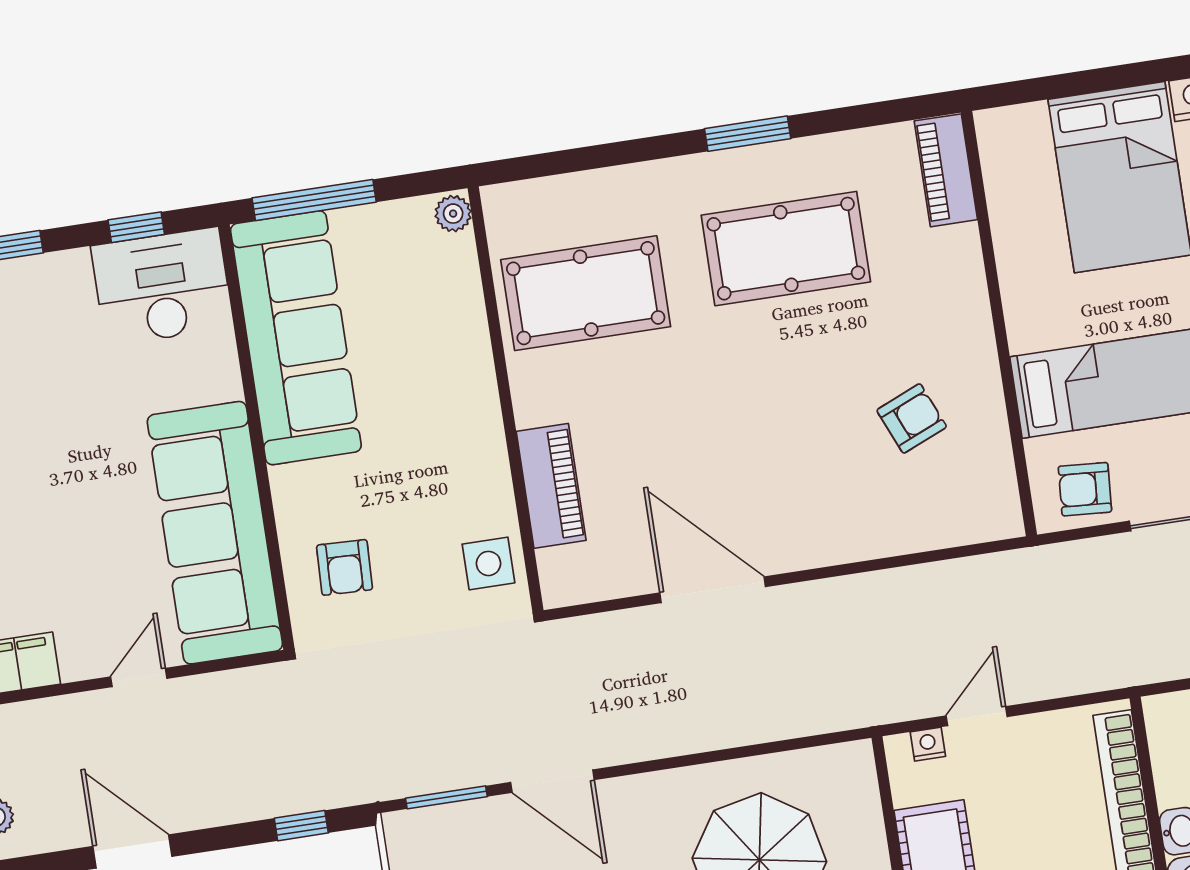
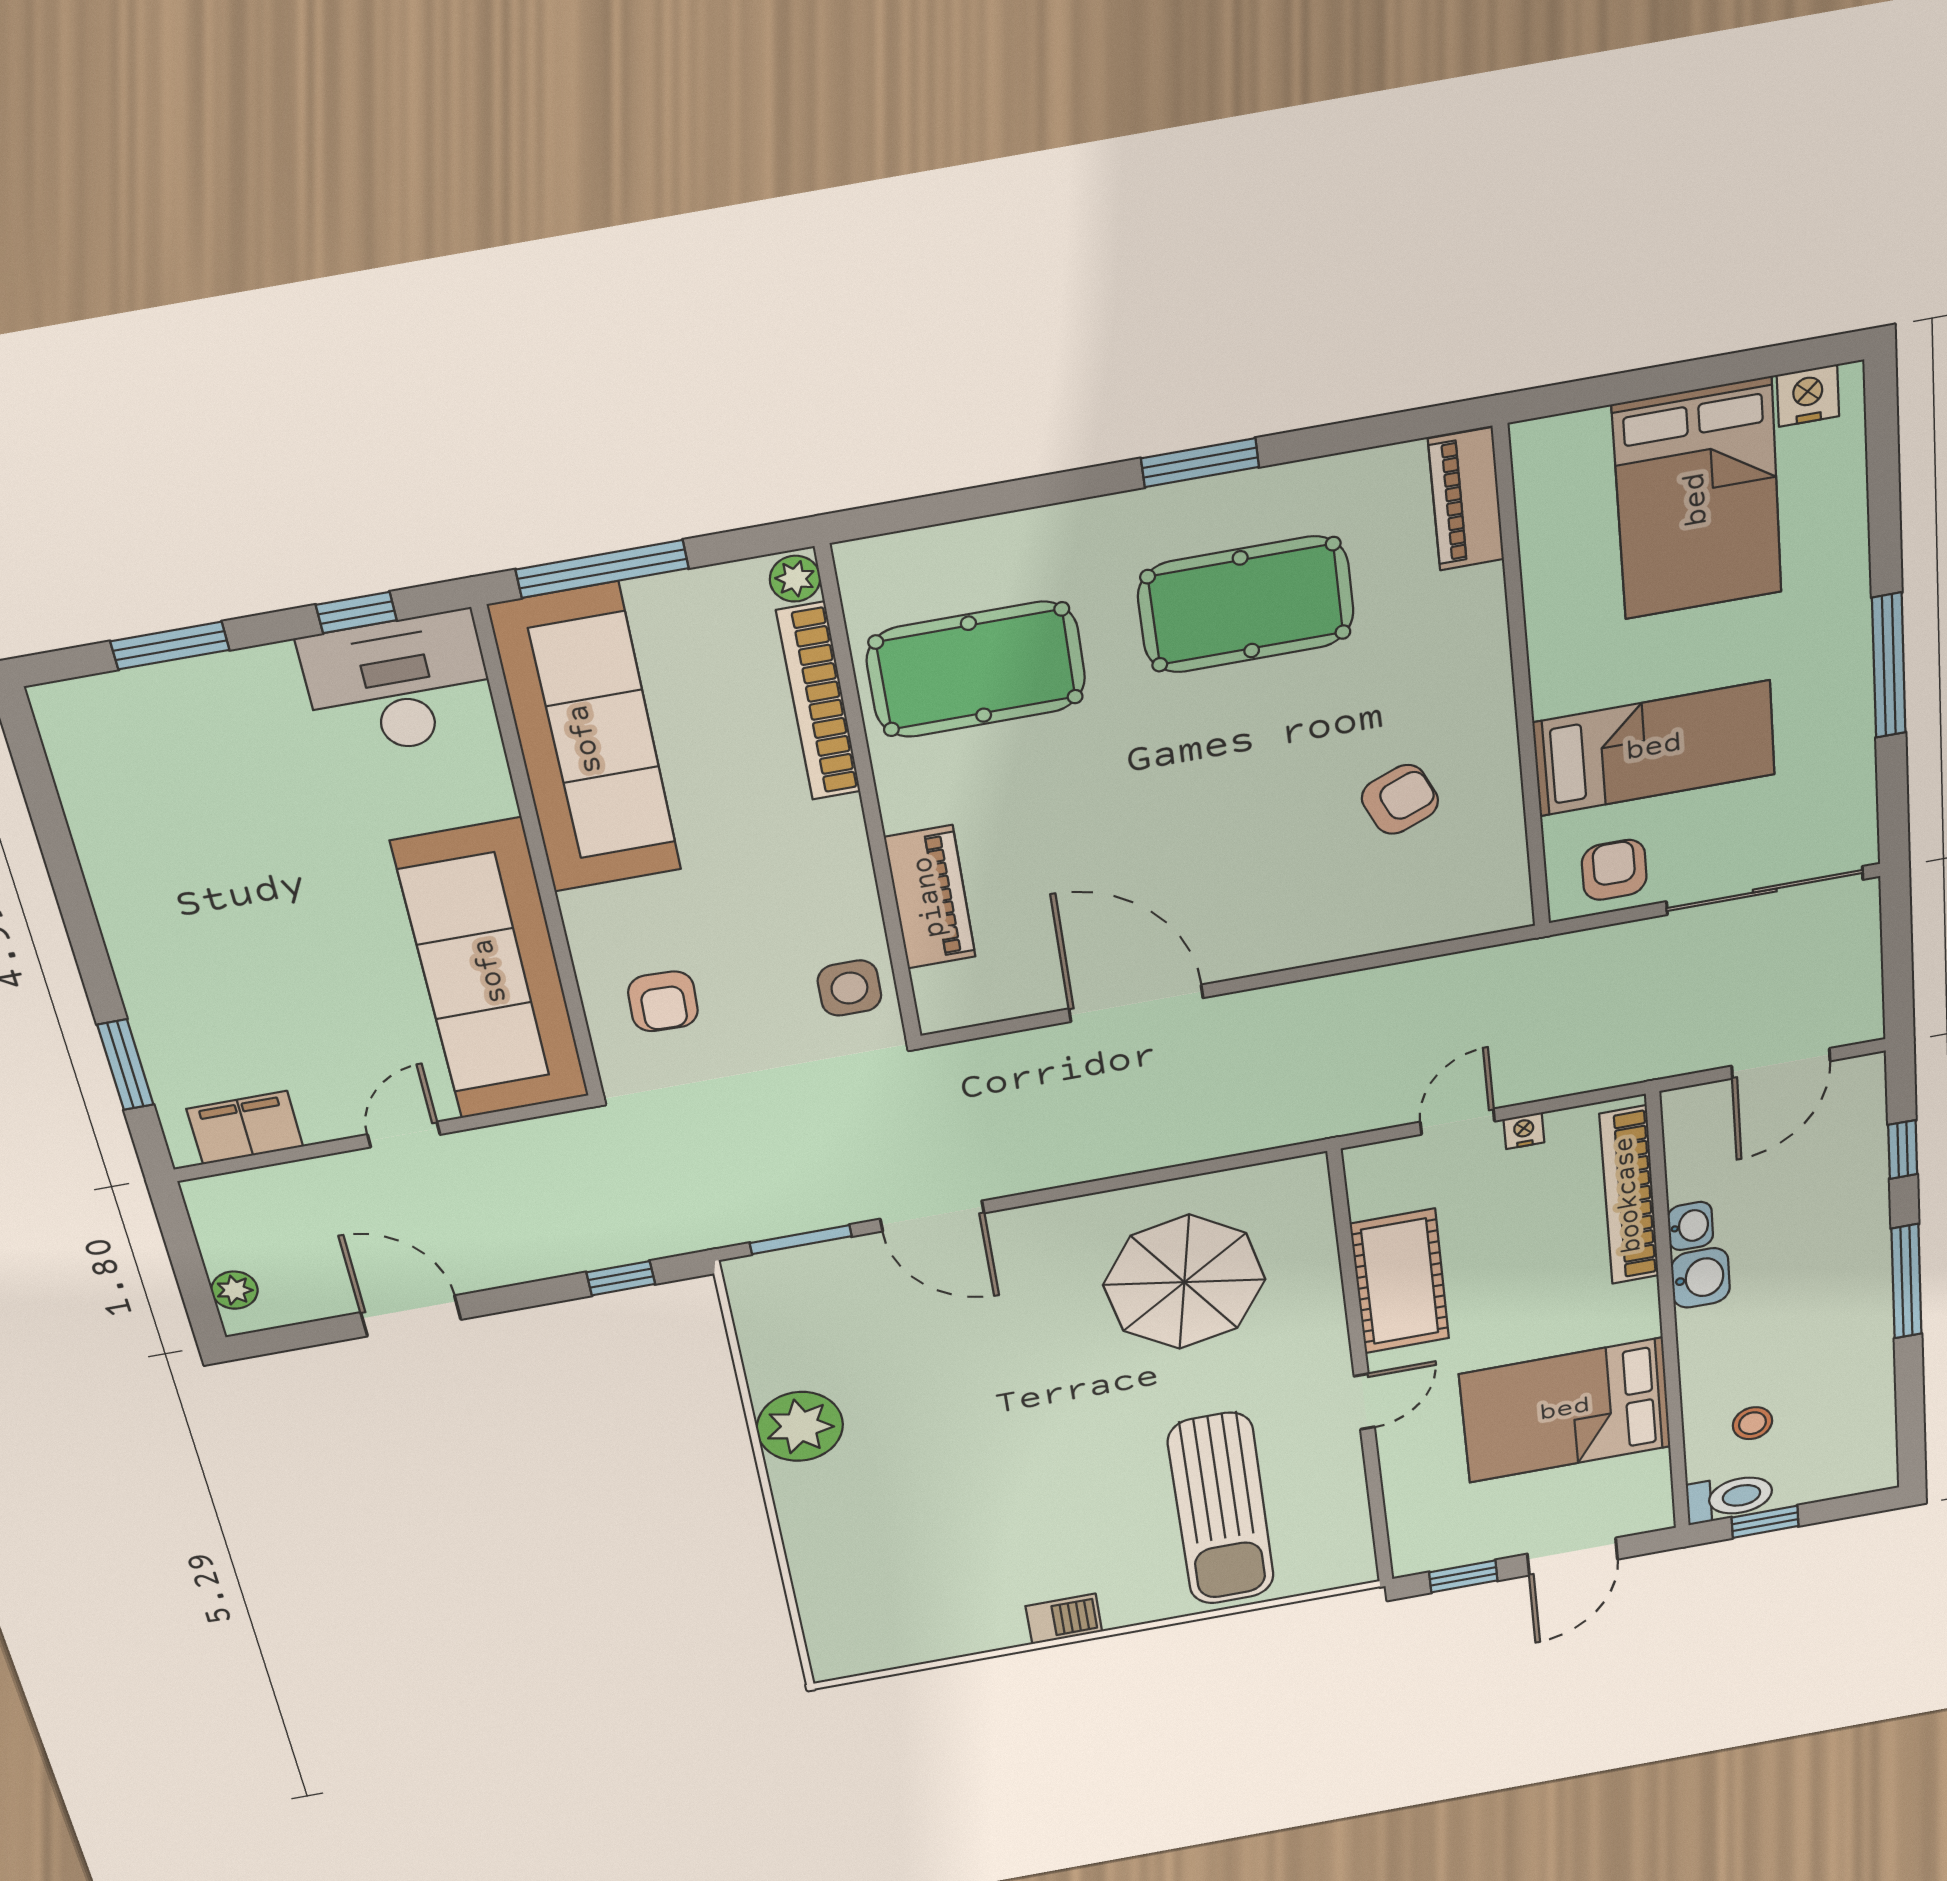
bookcase: (469, 314) -> (819, 702), added
armchair: (1085, 489) -> (1614, 870), turned 86
nightstand: (928, 744) -> (1524, 1131), moved

